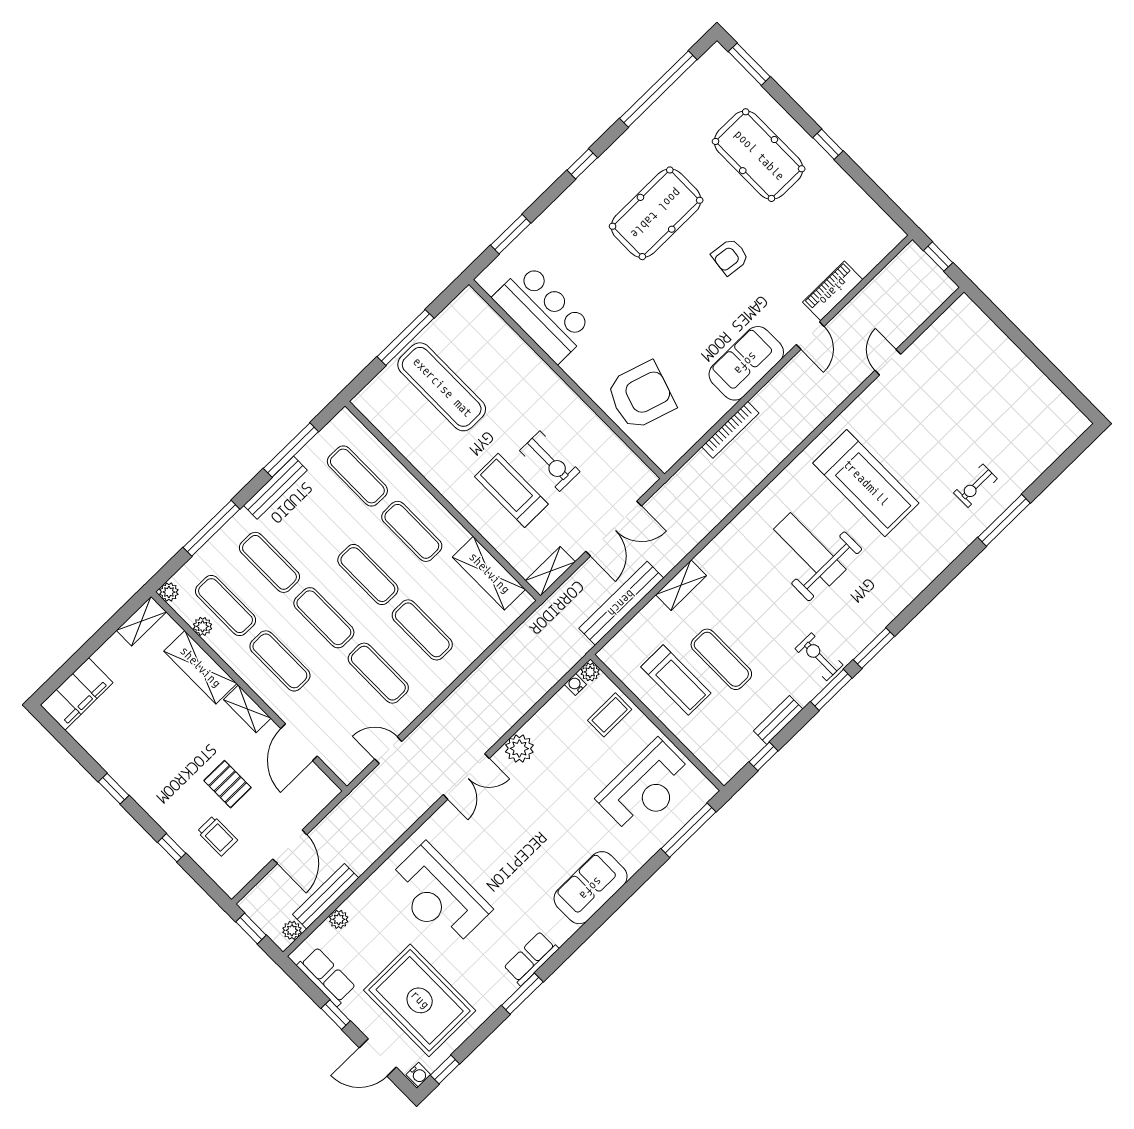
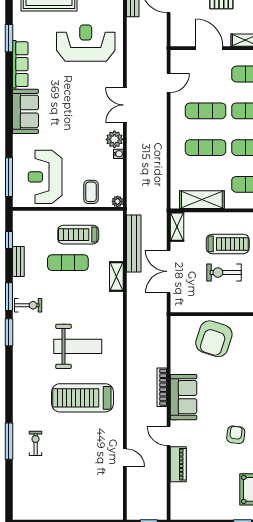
bookcase: (730, 430) -> (162, 387), moved
water cooler: (575, 684) -> (118, 154), moved
row of seats: (531, 958) -> (20, 64), width x1.48

